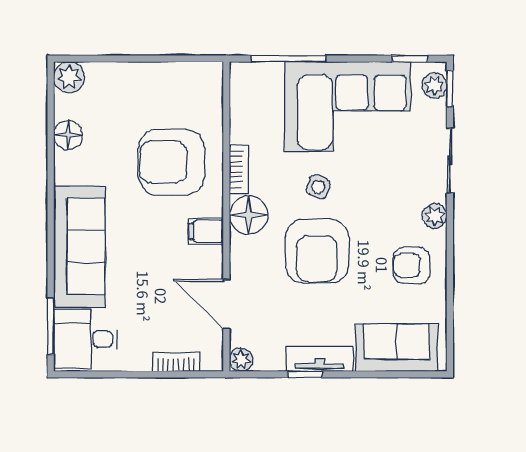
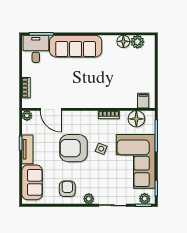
plant: (69, 77) -> (137, 42), moved
armchair: (171, 162) -> (112, 86), removed
floor lamp: (249, 215) -> (136, 119), moved
filing cabinet: (206, 231) -> (143, 101), moved
door: (226, 304) -> (51, 109), swing flipped

